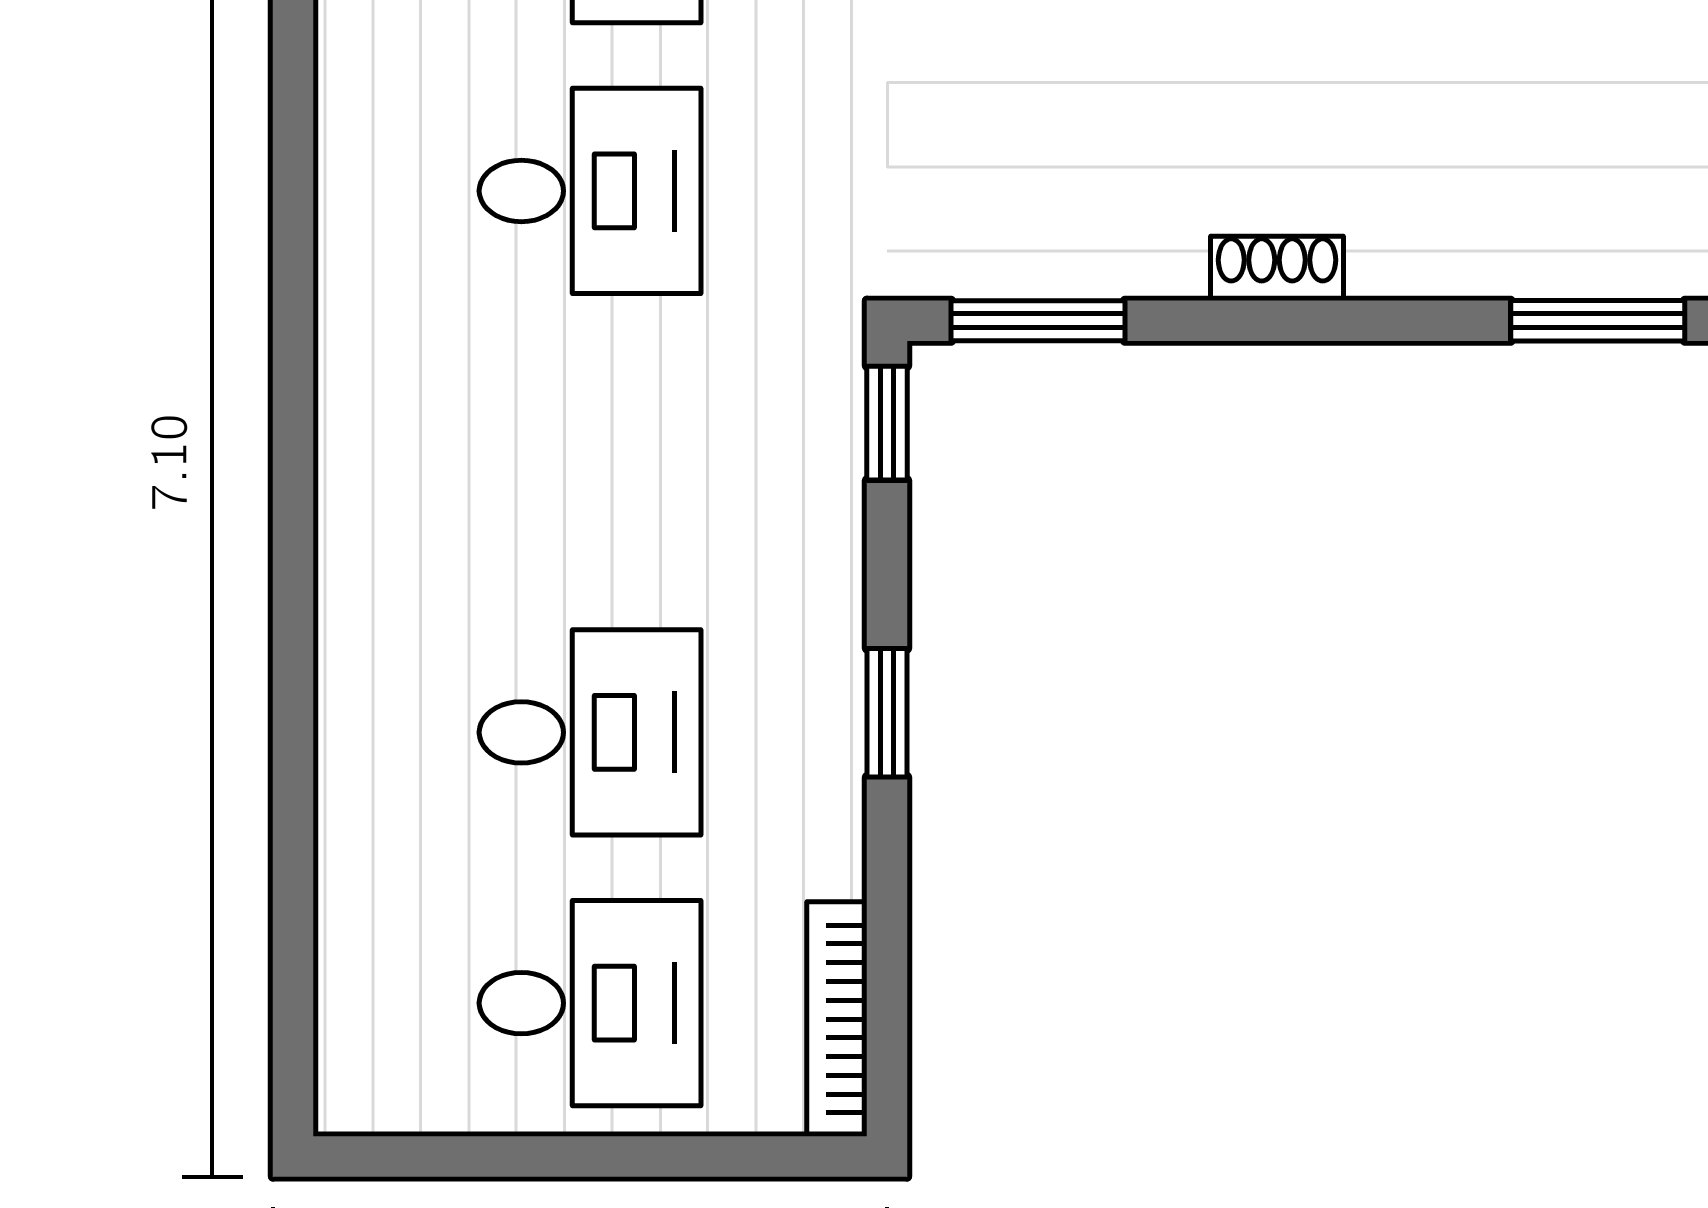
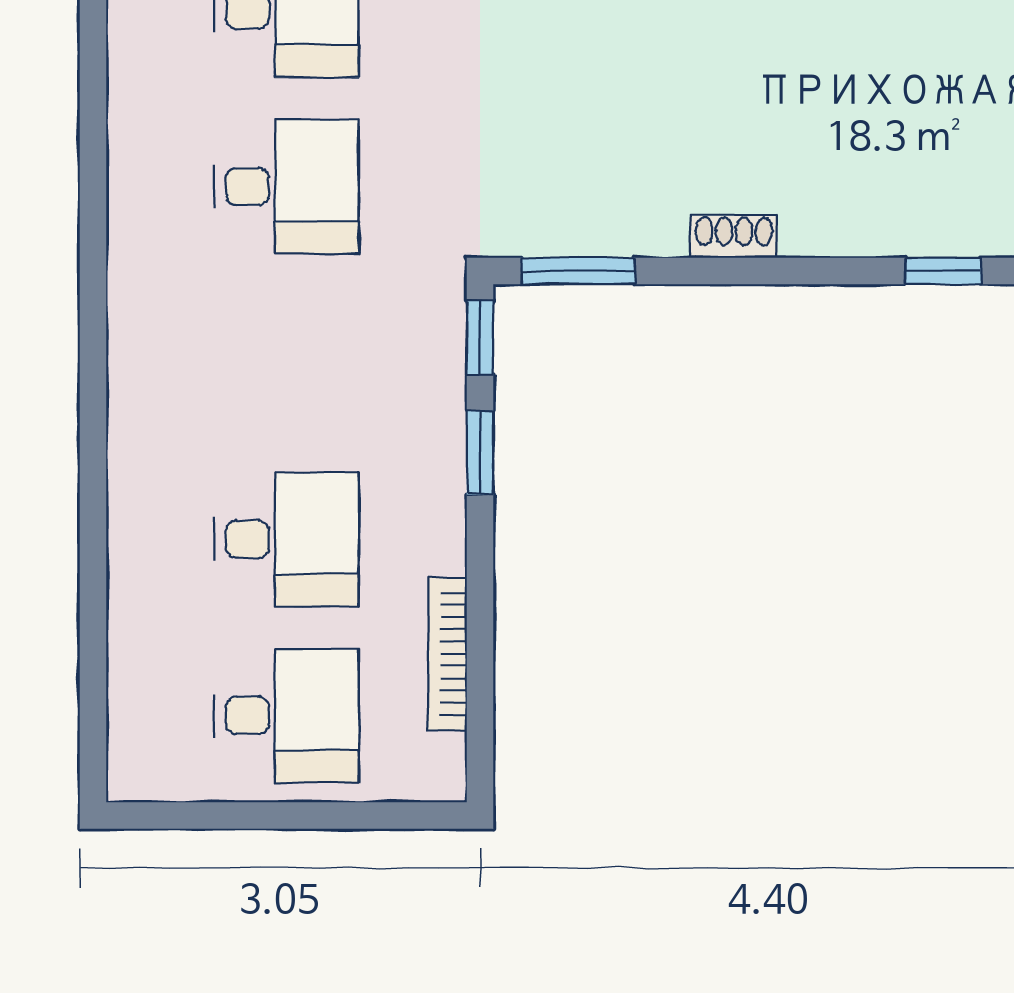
window: (1598, 321) -> (943, 271), width x0.67
window: (887, 713) -> (480, 453), moved
bookcase: (837, 1019) -> (447, 654), moved

